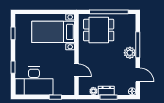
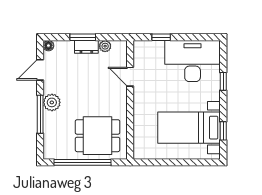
bed with nightstands: (53, 32) -> (189, 128), moved, turned 180
door: (138, 75) -> (40, 70), hinge flipped

